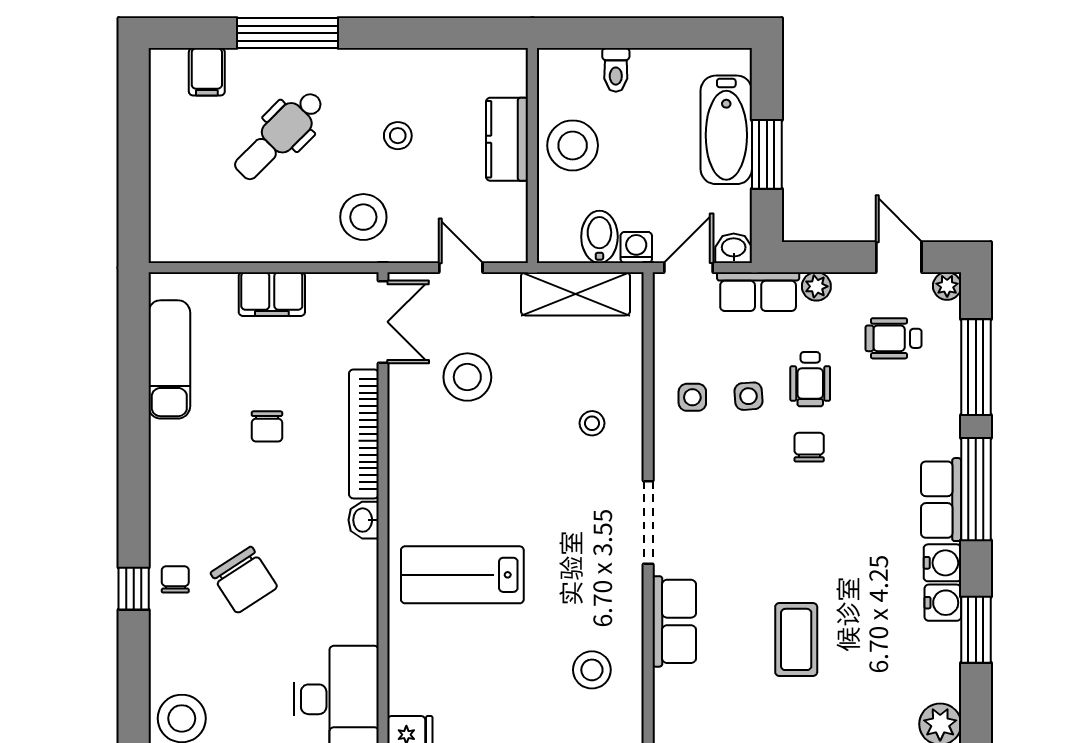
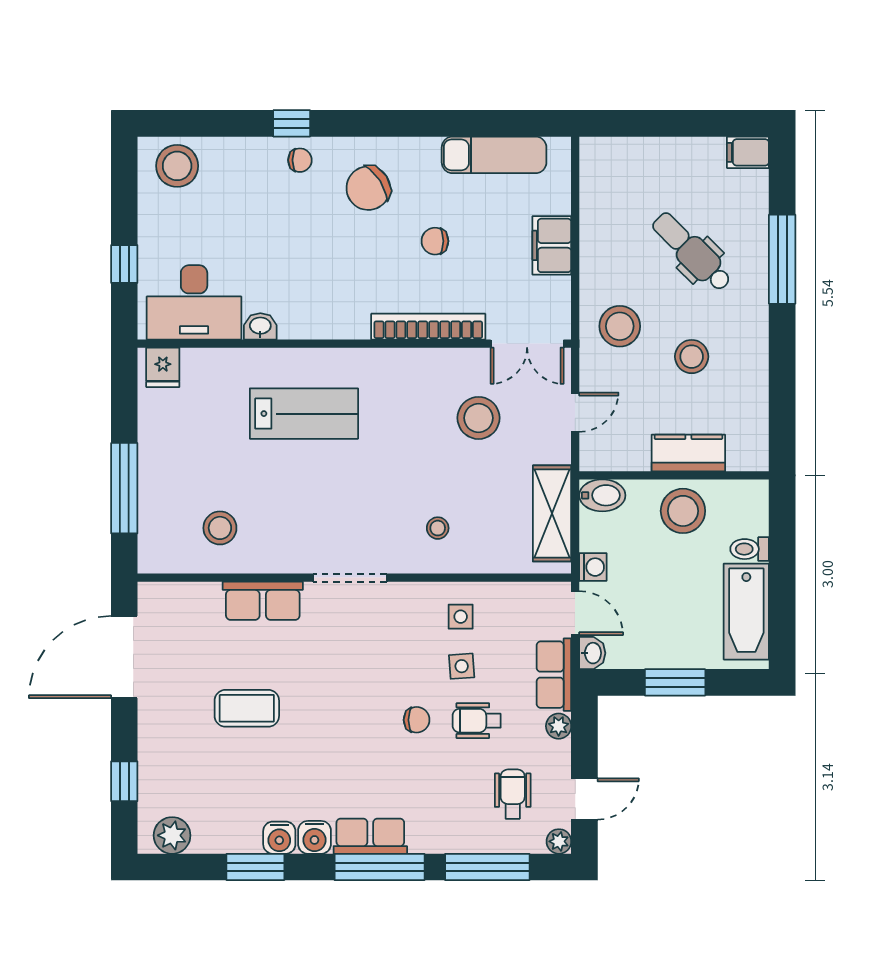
filing cabinet: (207, 72) -> (748, 152), moved
bathtub: (726, 130) -> (746, 612), moved, turned -90
stool: (398, 136) -> (692, 357), width x1.37, depth x1.37
bidet: (599, 237) -> (602, 495), moved
washbasin: (364, 520) -> (260, 326), moved
lab bench: (462, 575) -> (304, 414), turned 90
chair: (244, 580) -> (368, 188), moved

